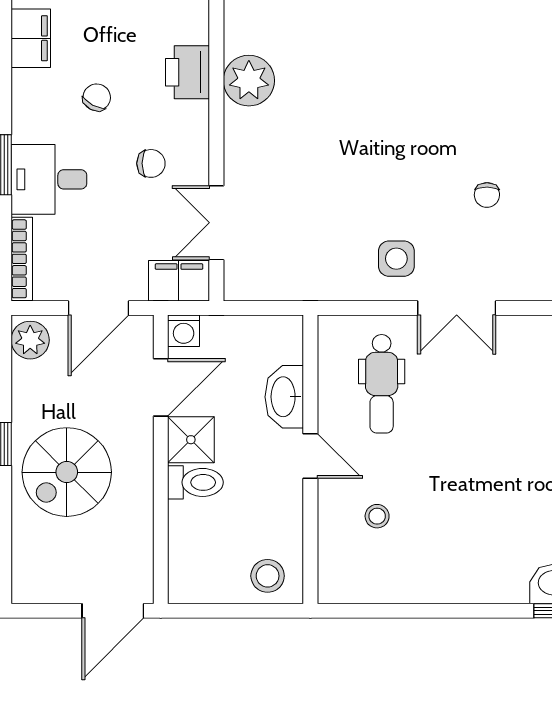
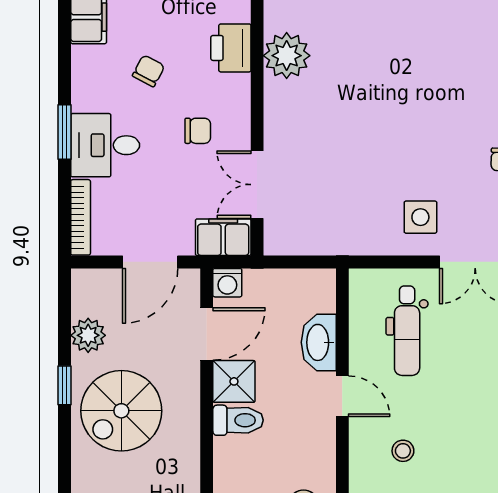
plant: (30, 340) -> (88, 335), moved

